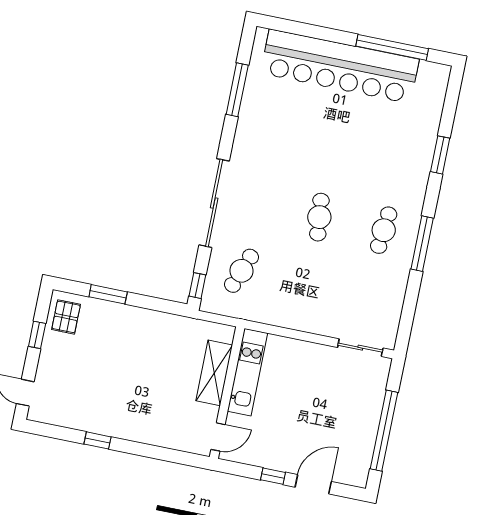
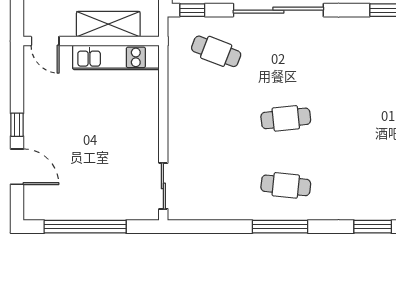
kitchen unit: (248, 372) -> (116, 57), moved
shelving: (214, 373) -> (108, 24), moved
wall: (227, 393) -> (91, 41), moved
door: (218, 437) -> (45, 41), moved

